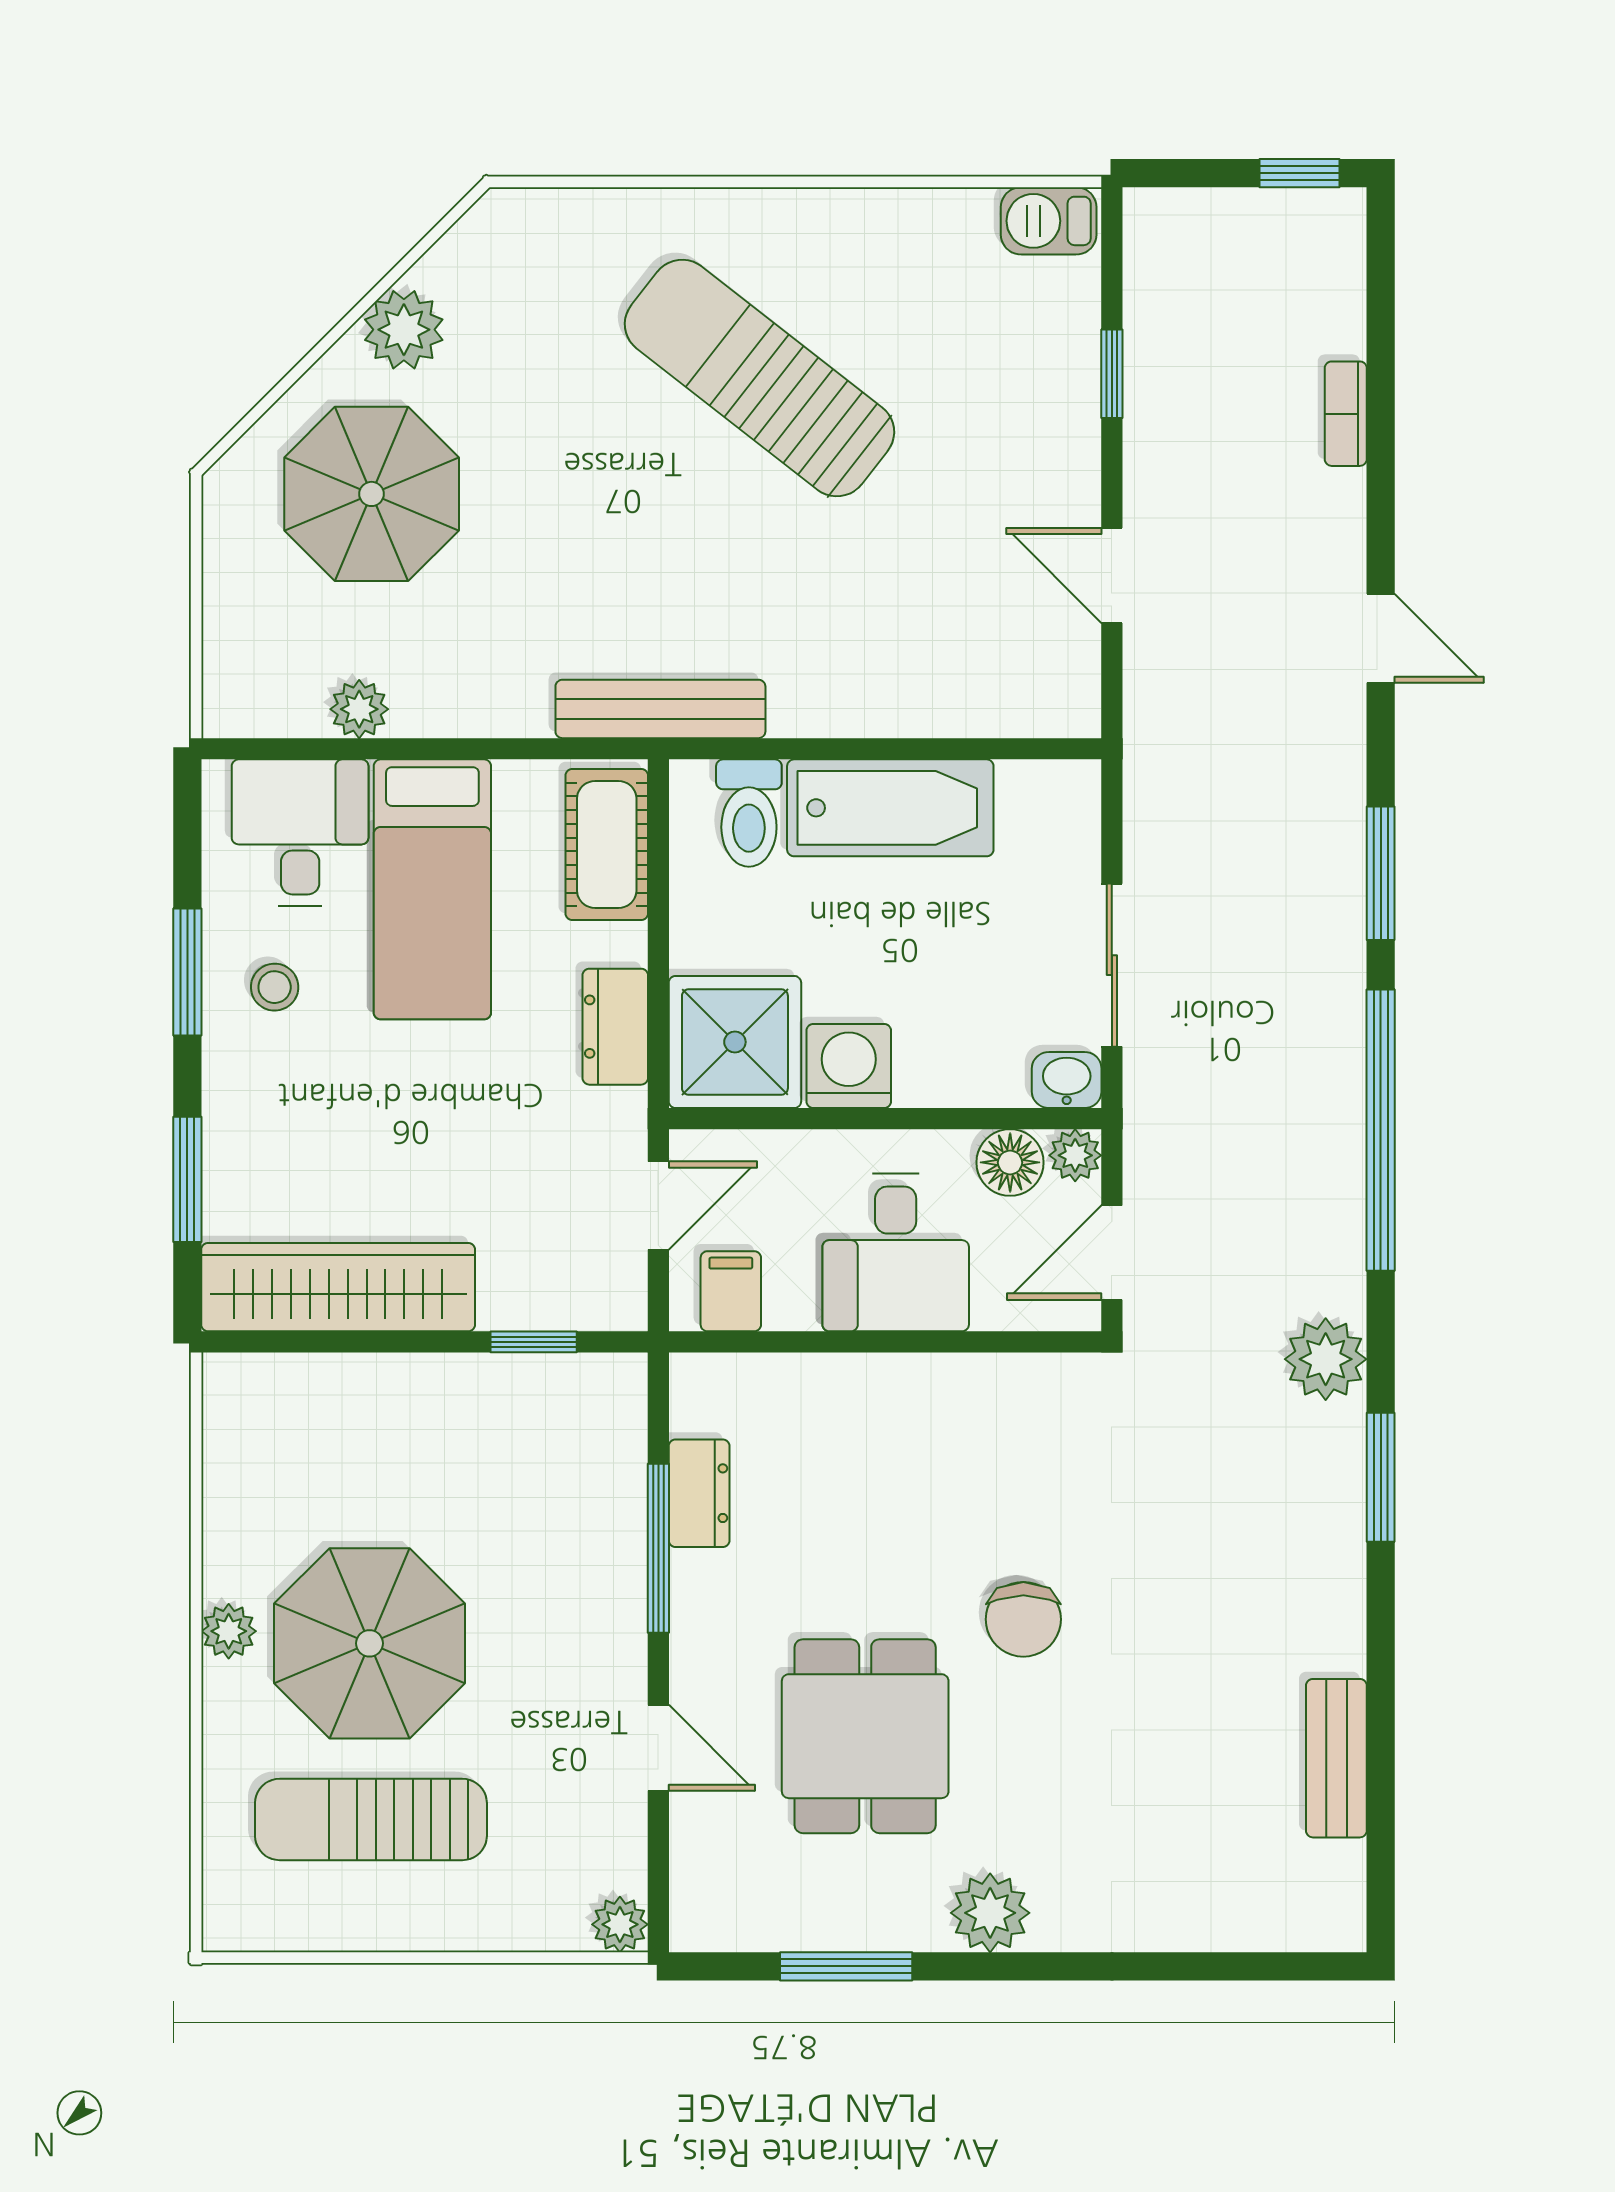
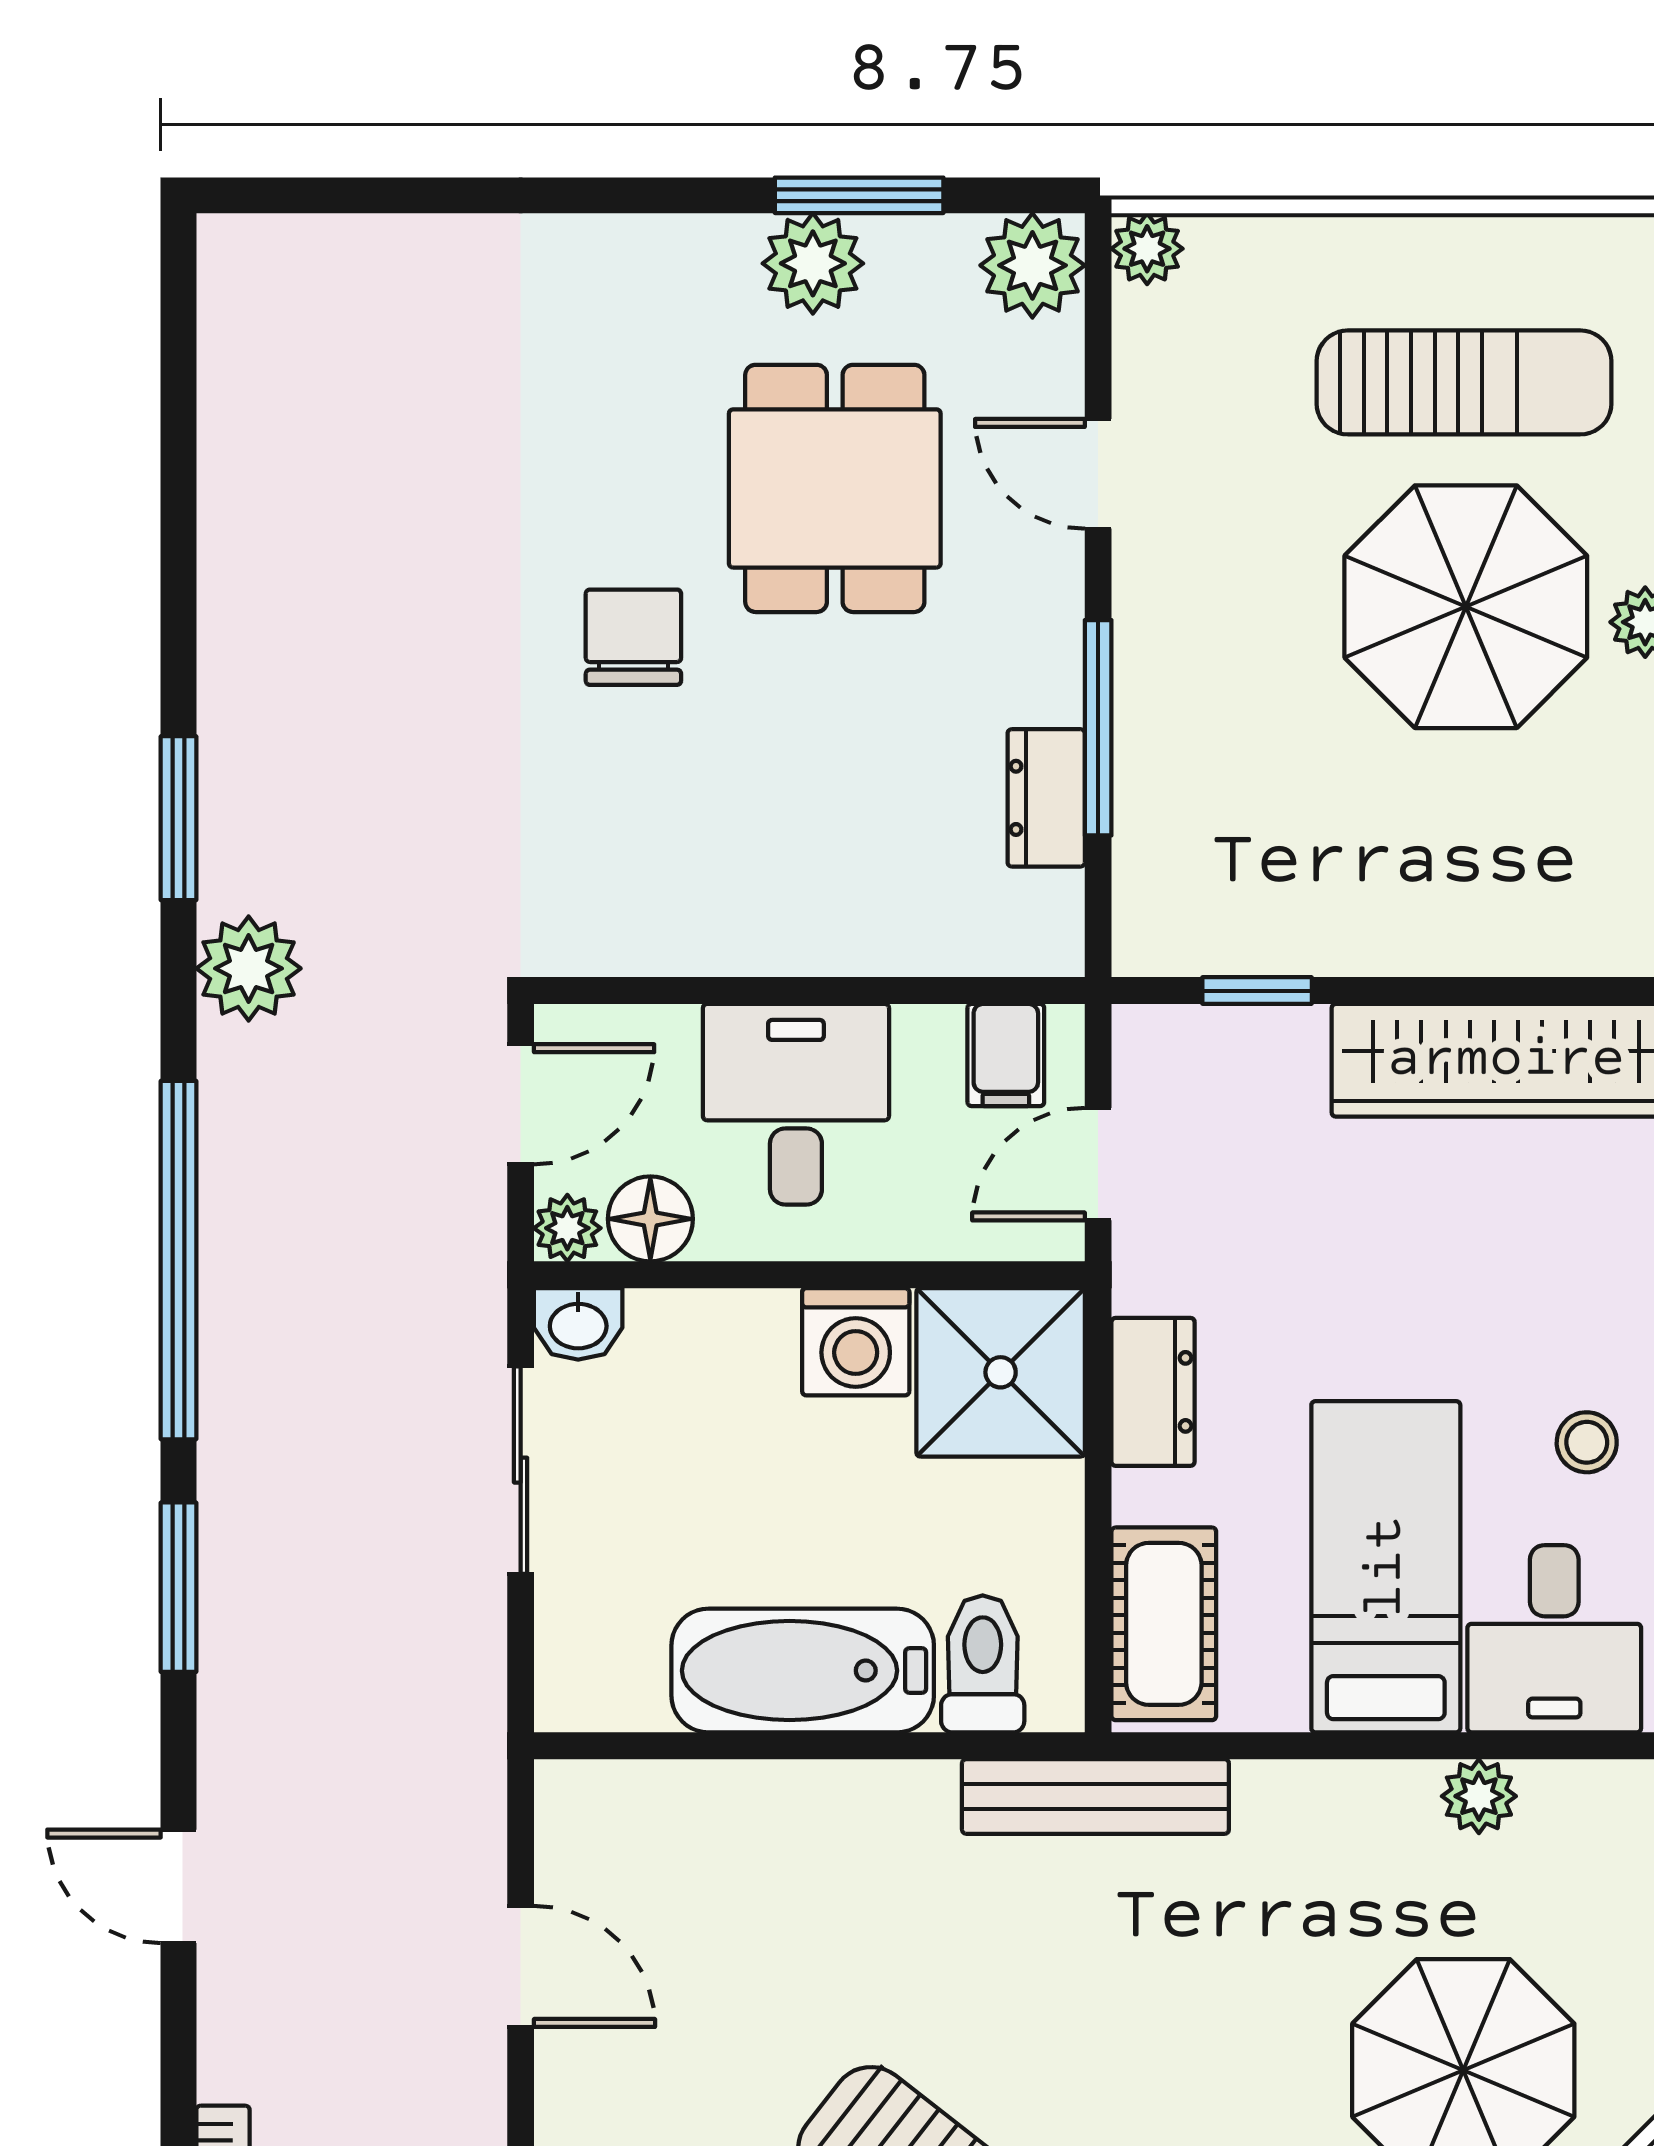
bench: (1336, 1758) -> (235, 460), removed
plant: (710, 1911) -> (1032, 265), added
plant: (990, 1913) -> (813, 263), moved

